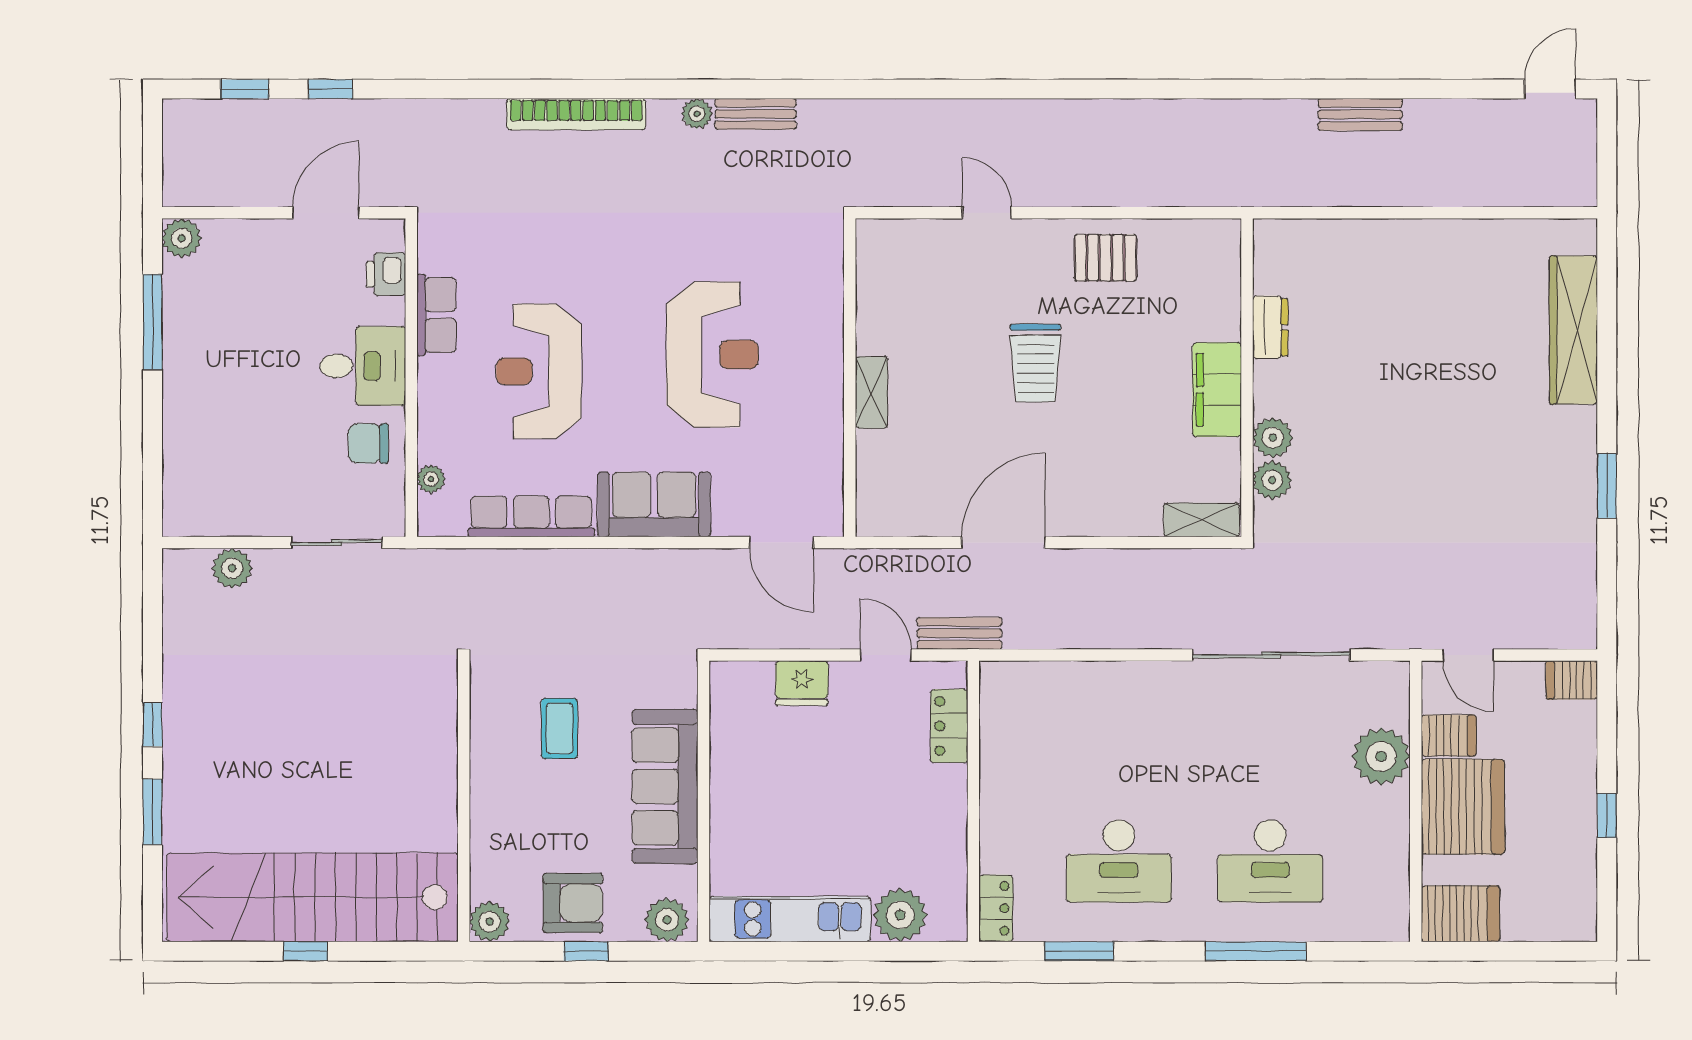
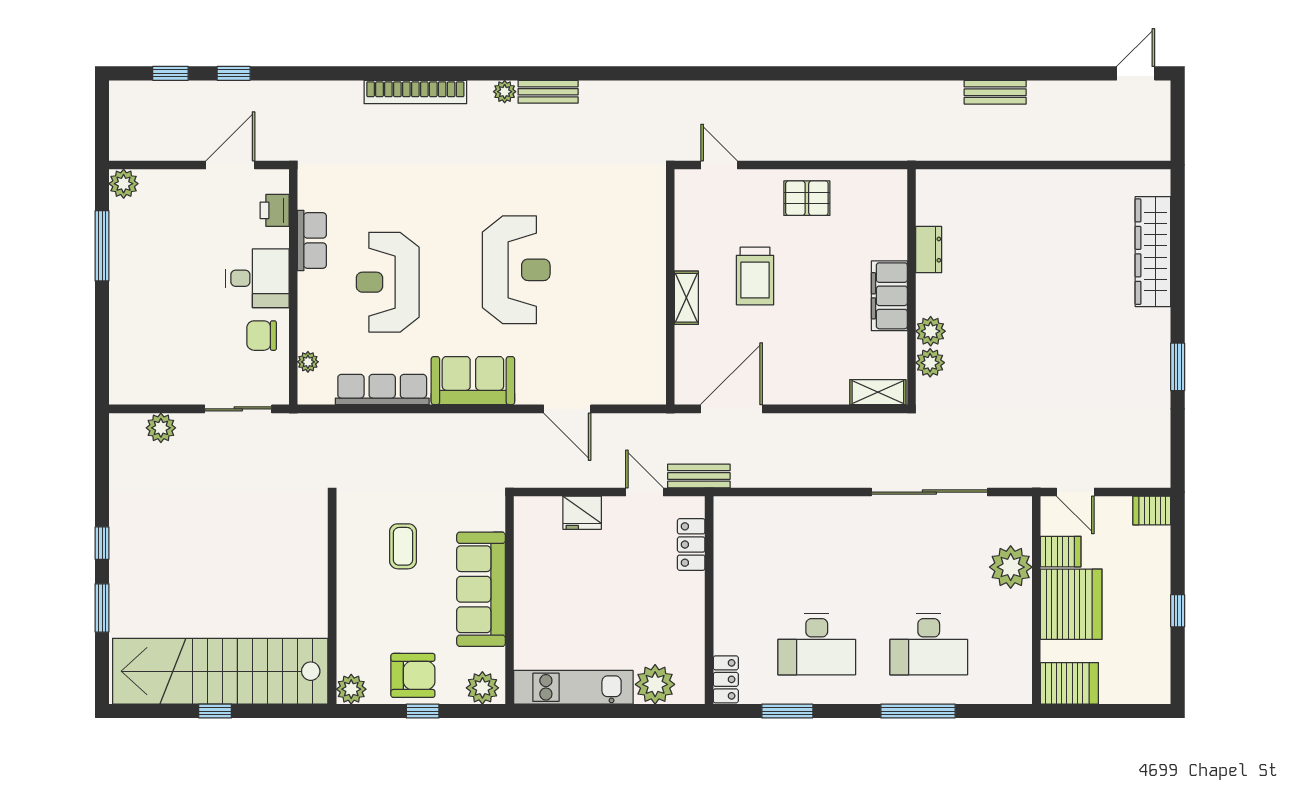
wall: (850, 378) -> (670, 287), moved
shelving: (871, 392) -> (686, 298), moved

